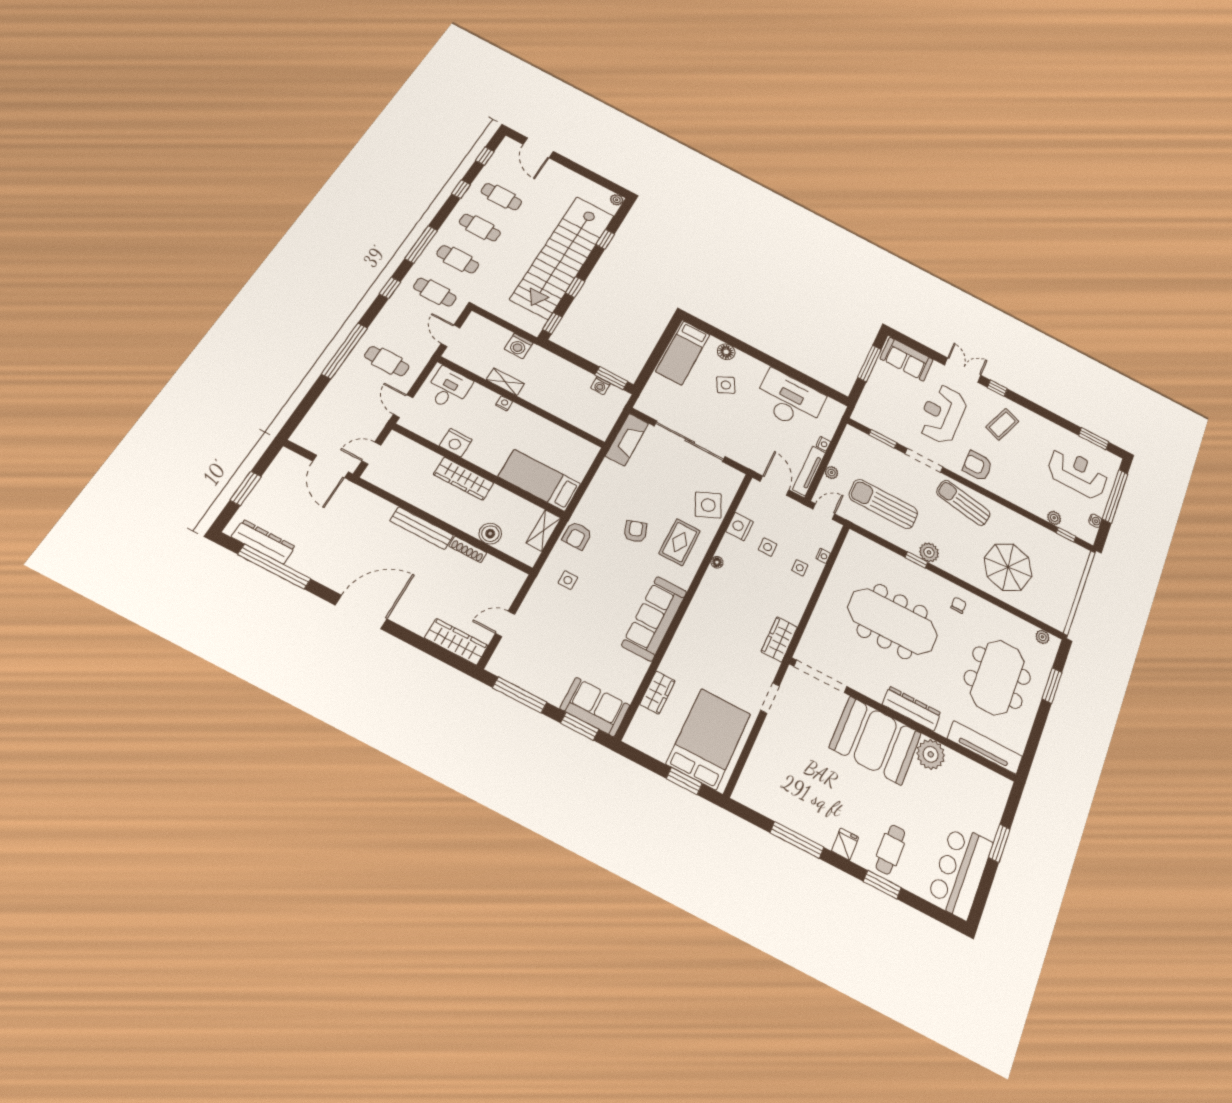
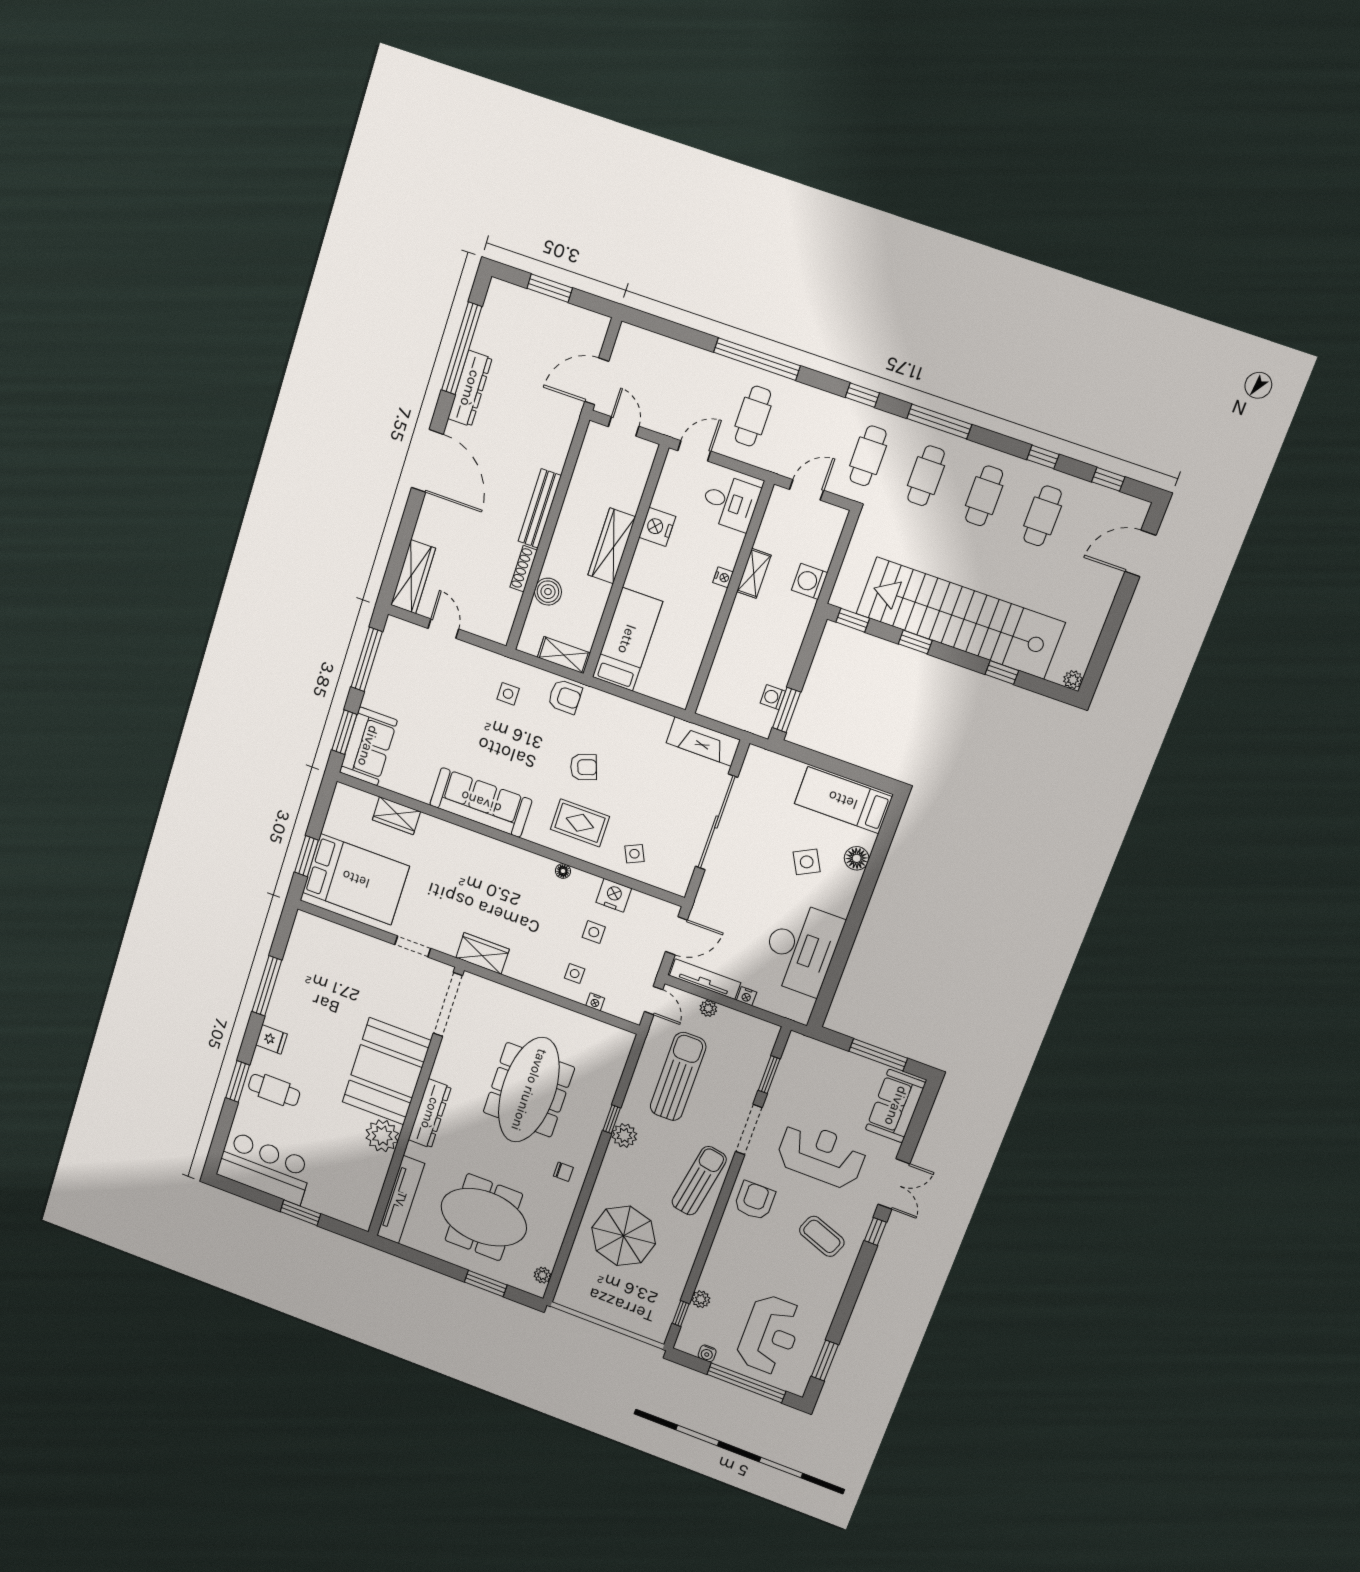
side table: (708, 505) -> (634, 854), width x0.54, depth x0.54
armchair: (577, 536) -> (565, 697), turned 180
dresser: (263, 542) -> (470, 388), moved

